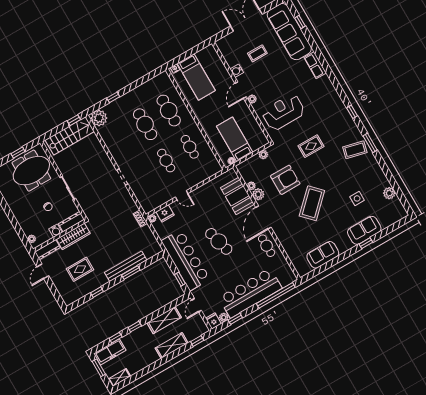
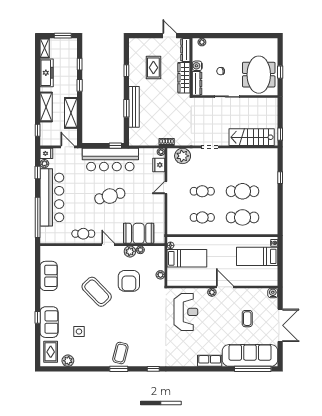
window: (300, 22) -> (253, 369), width x3.17
water cooler: (237, 71) -> (273, 293), moved
plant: (99, 118) -> (183, 156), moved
stairs: (70, 136) -> (252, 137), moved, turned 90
rug: (311, 146) -> (51, 352), moved
door: (263, 217) -> (108, 245), width x0.53
window: (180, 279) -> (115, 146), moved
freezer: (110, 352) -> (47, 73), moved, turned 180

